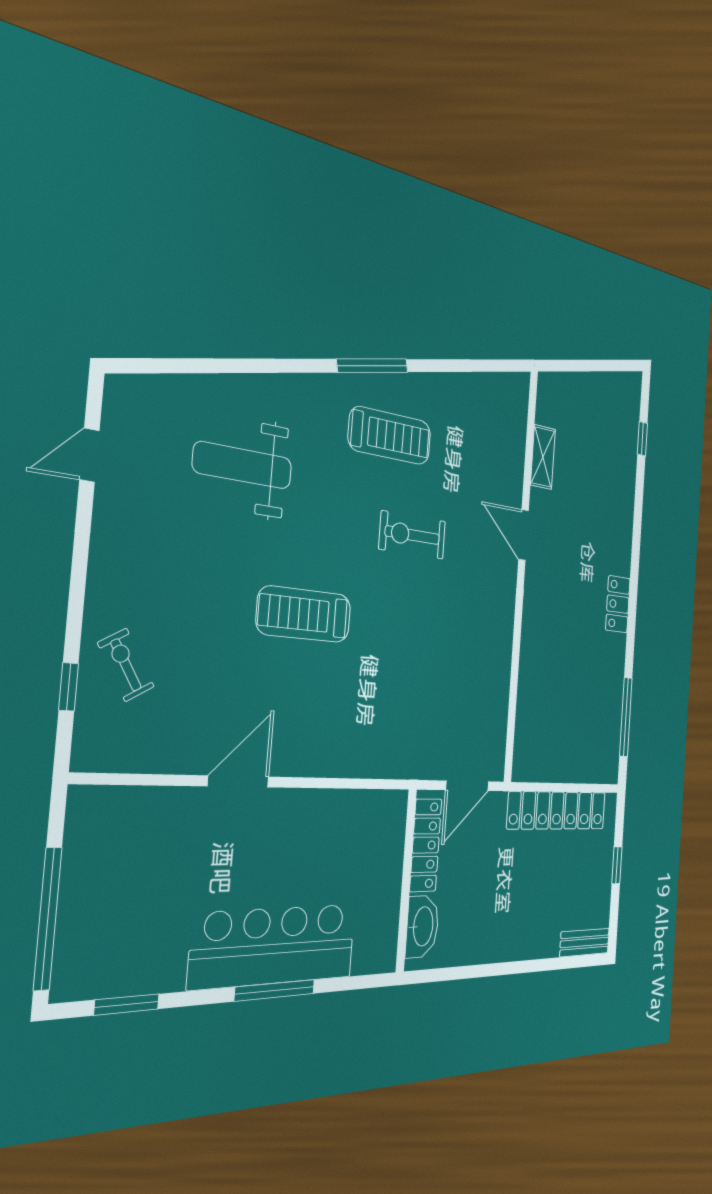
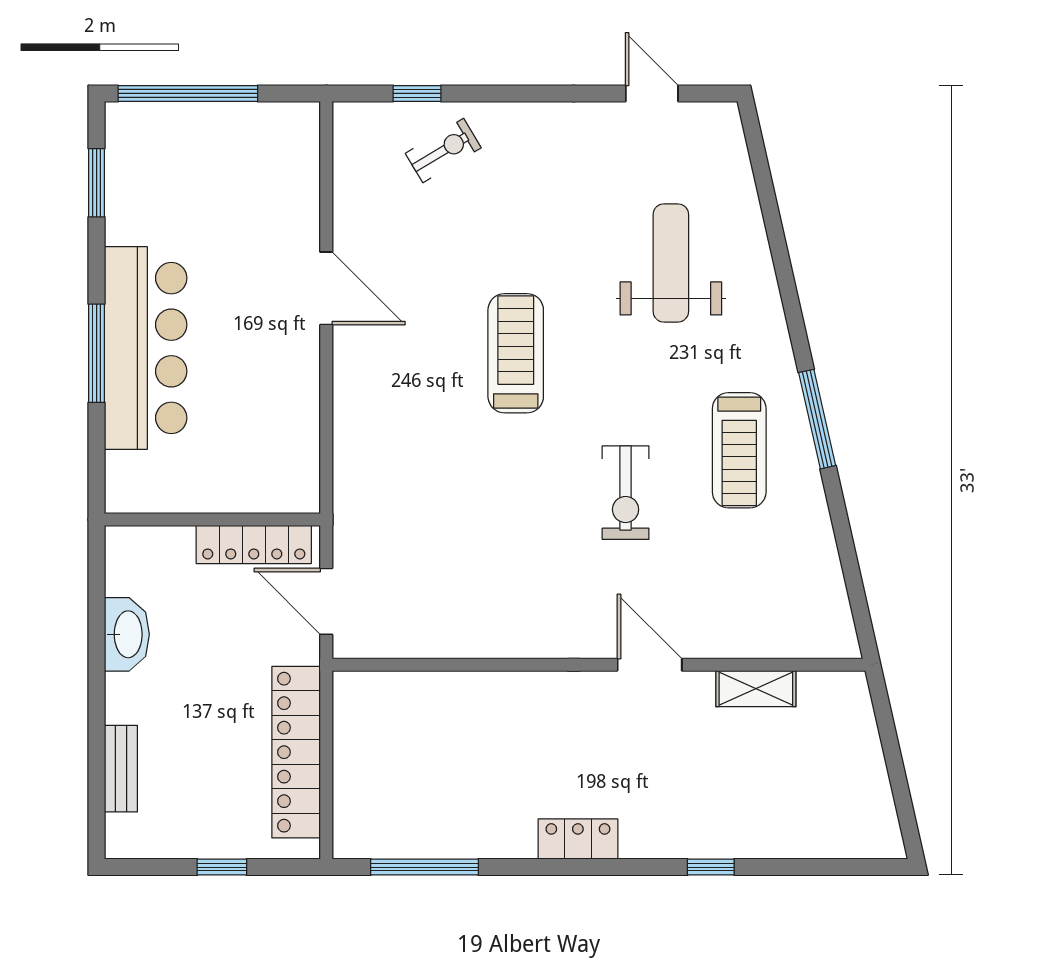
window: (642, 439) -> (711, 867), moved
exercise bike: (412, 535) -> (626, 493), turned 180
door: (524, 535) -> (650, 665), hinge flipped
washbasin: (422, 926) -> (127, 634), moved, turned -90
bench: (585, 942) -> (121, 769), moved

